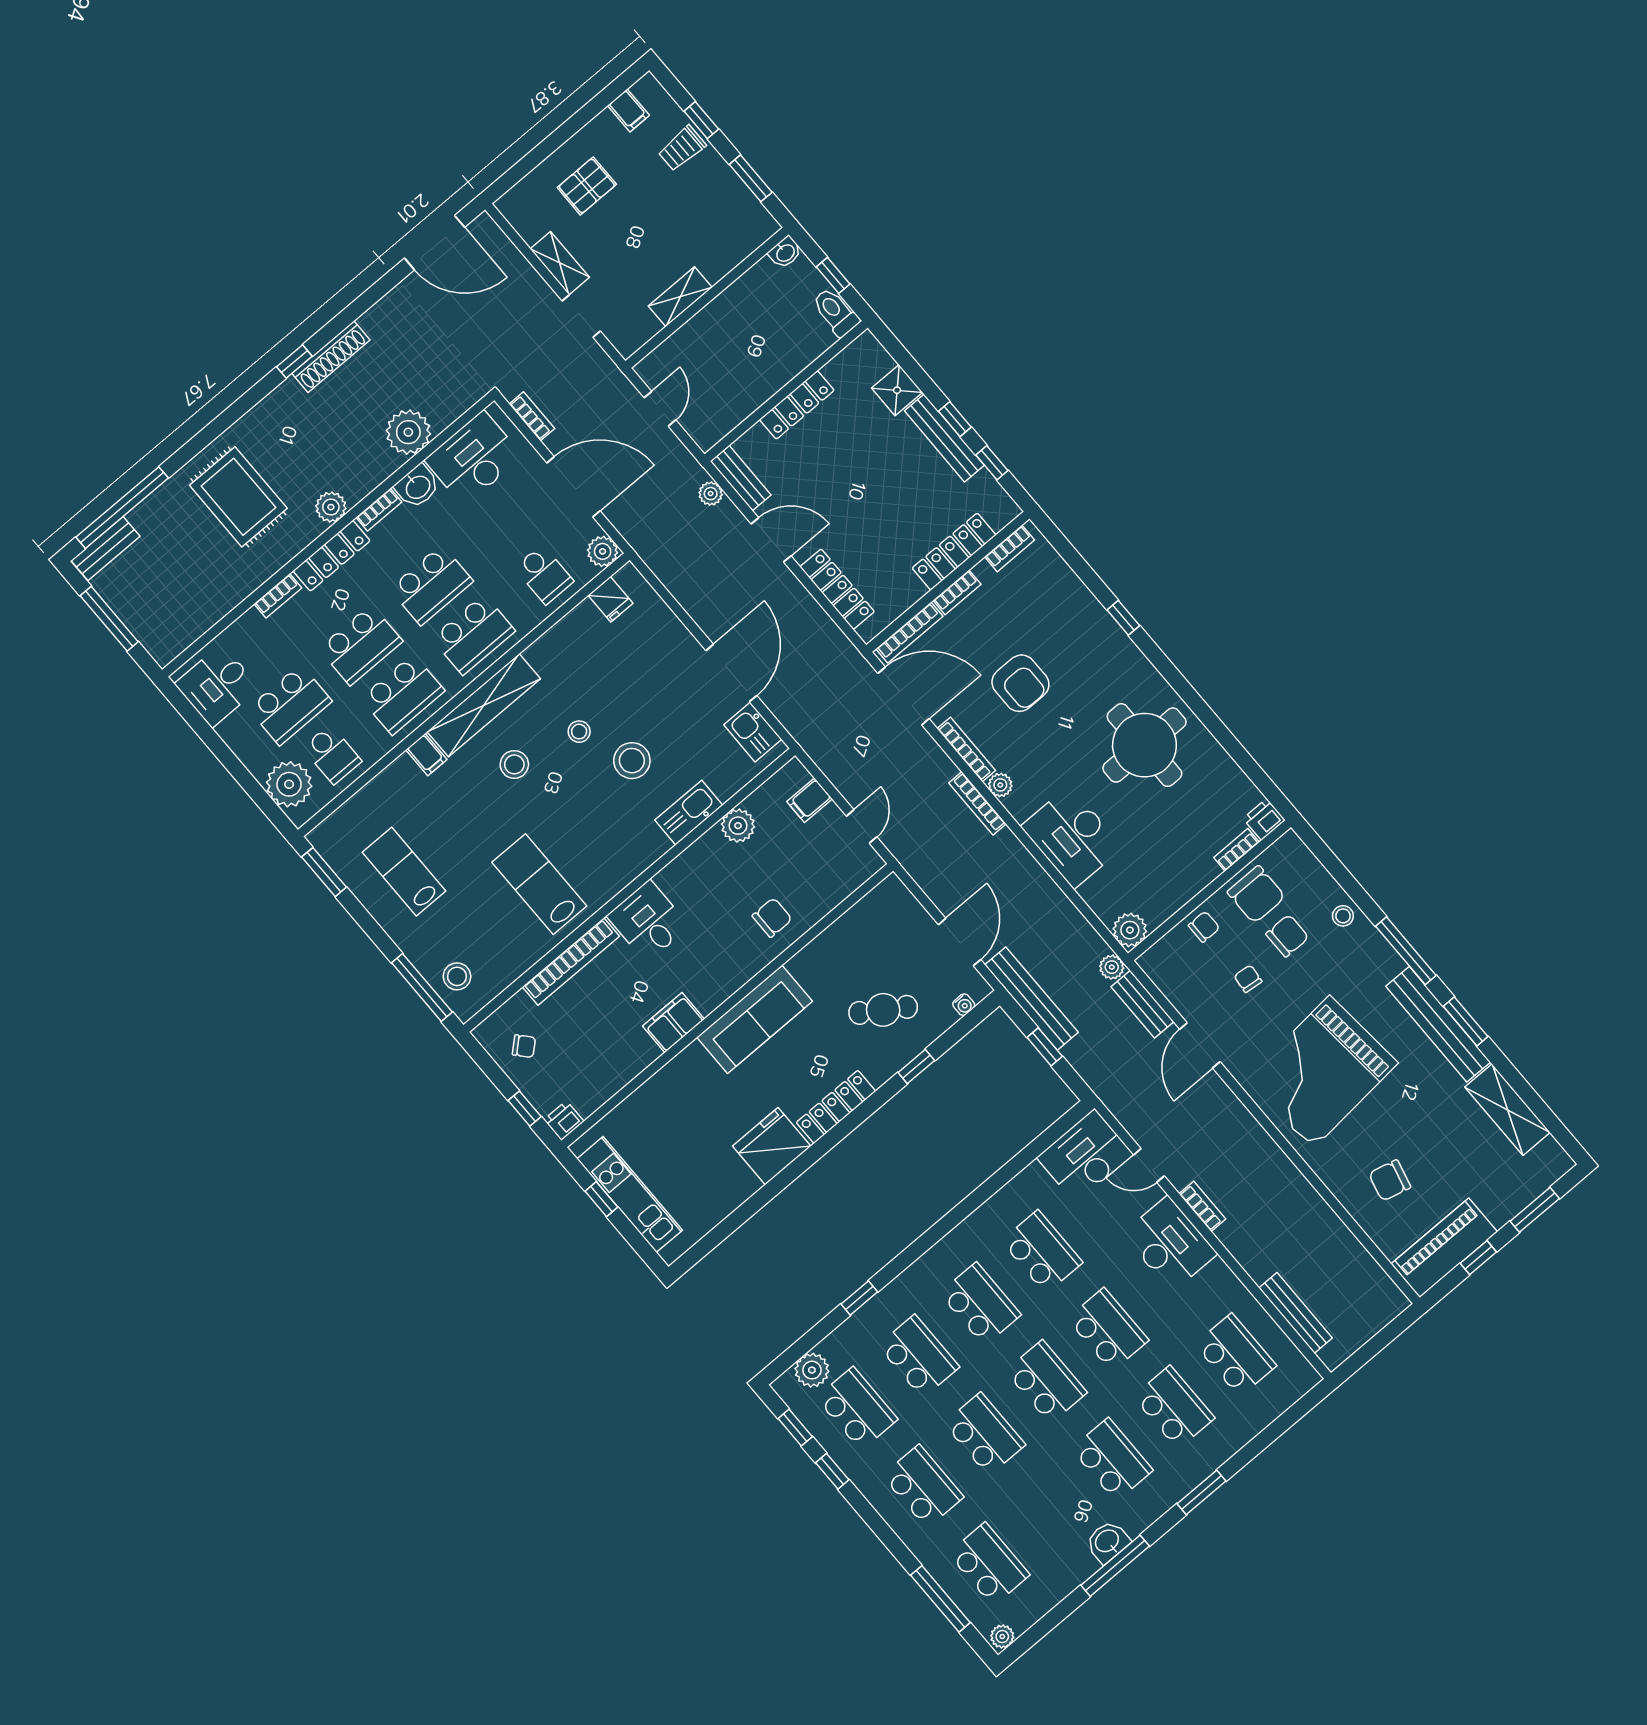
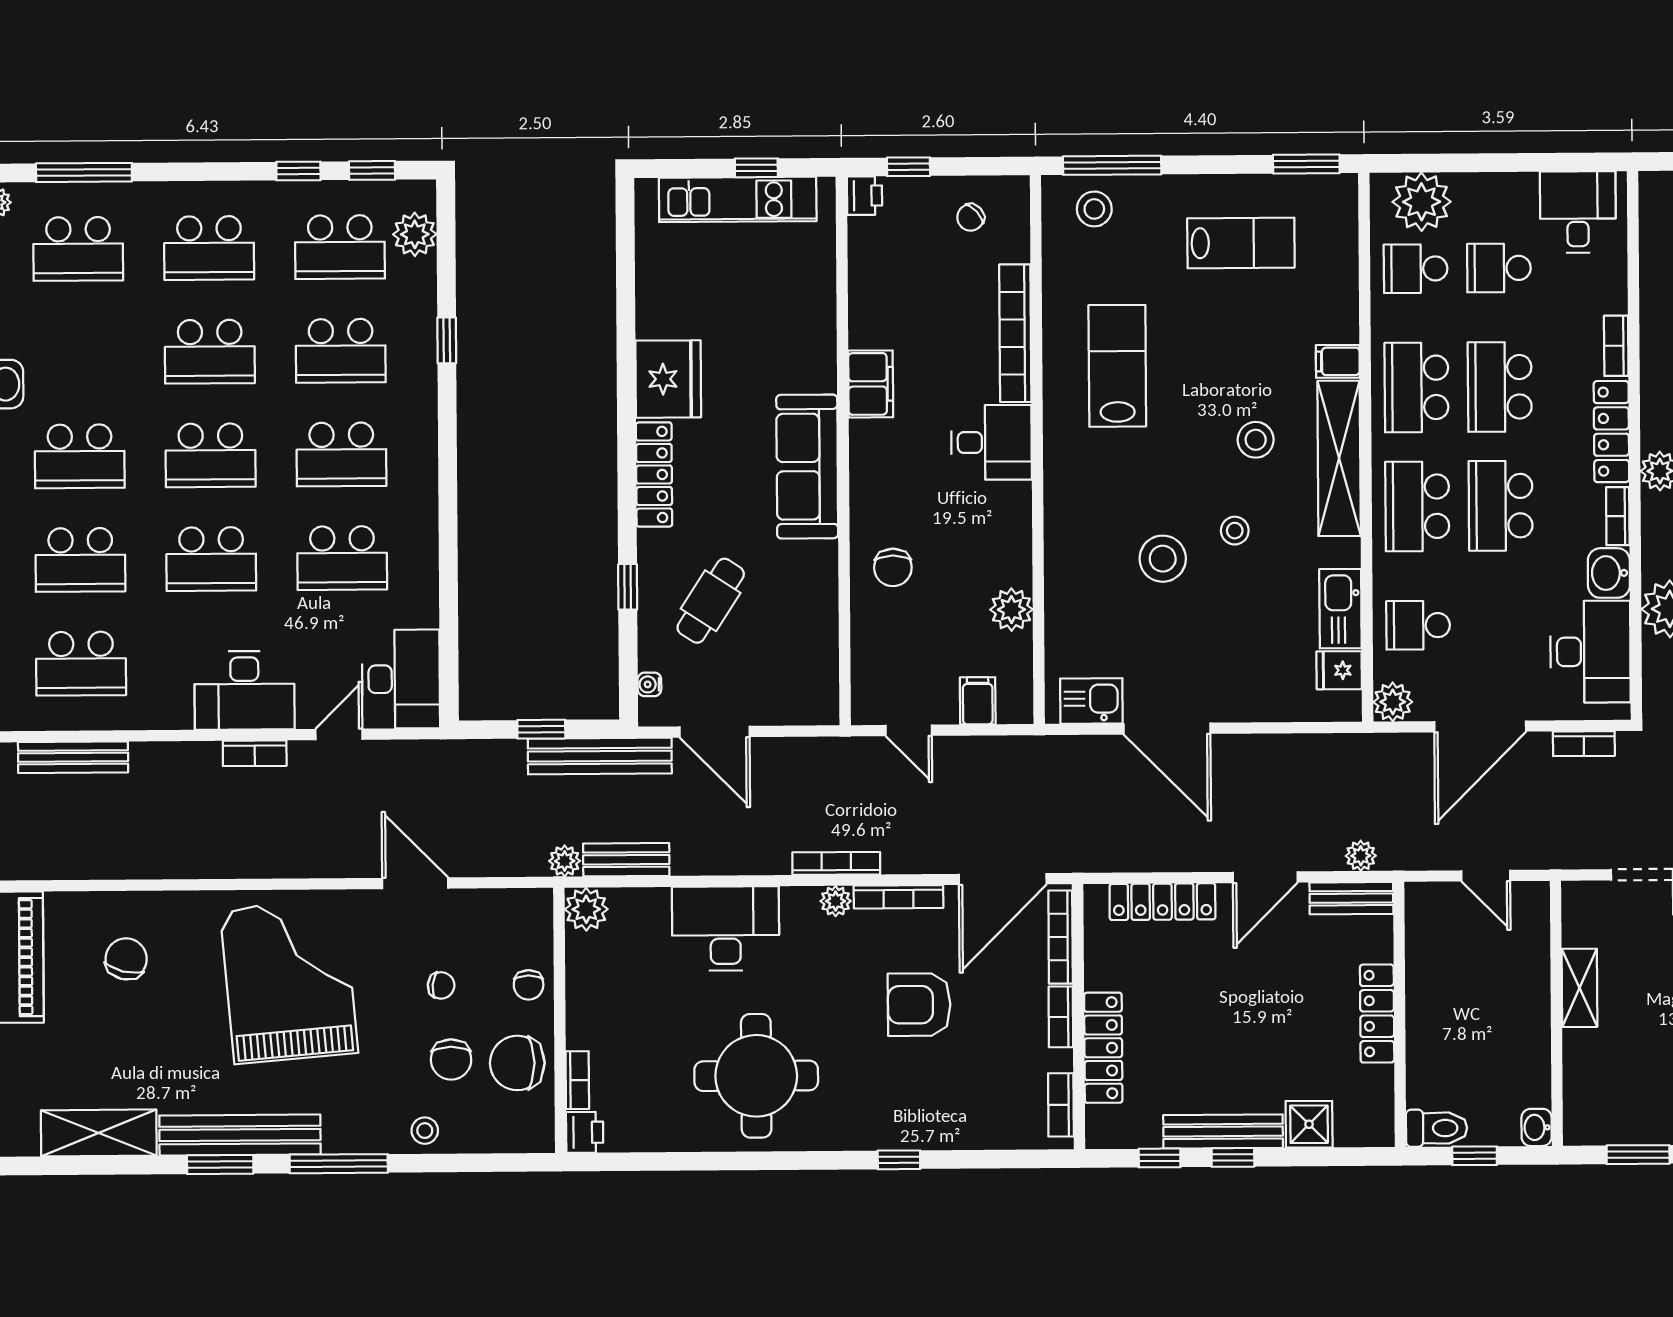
school desk: (290, 705) -> (1499, 268), width x0.54
kitchen sink: (689, 813) -> (1340, 609), moved, turned 180
lab bench: (539, 884) -> (1117, 366), turned -90
bench: (1142, 1004) -> (626, 860), moved

